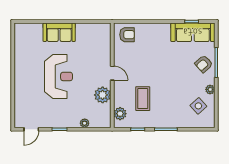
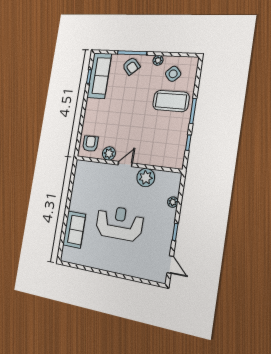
sofa: (59, 32) -> (74, 230), moved
coffee table: (143, 99) -> (171, 101), moved, width x1.36, depth x1.32
plant: (120, 114) -> (109, 153), moved

